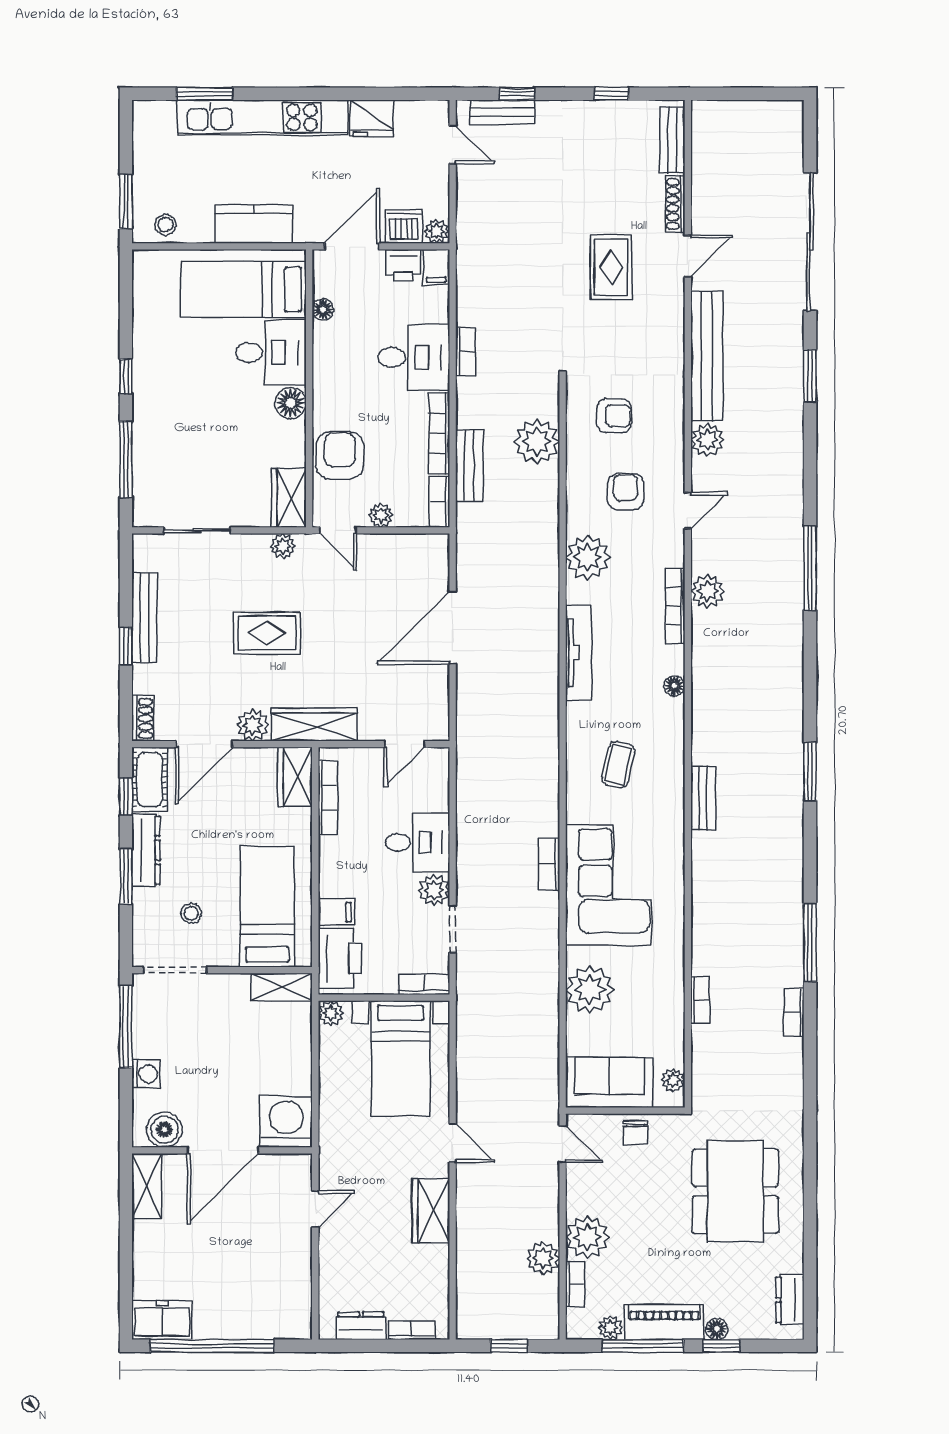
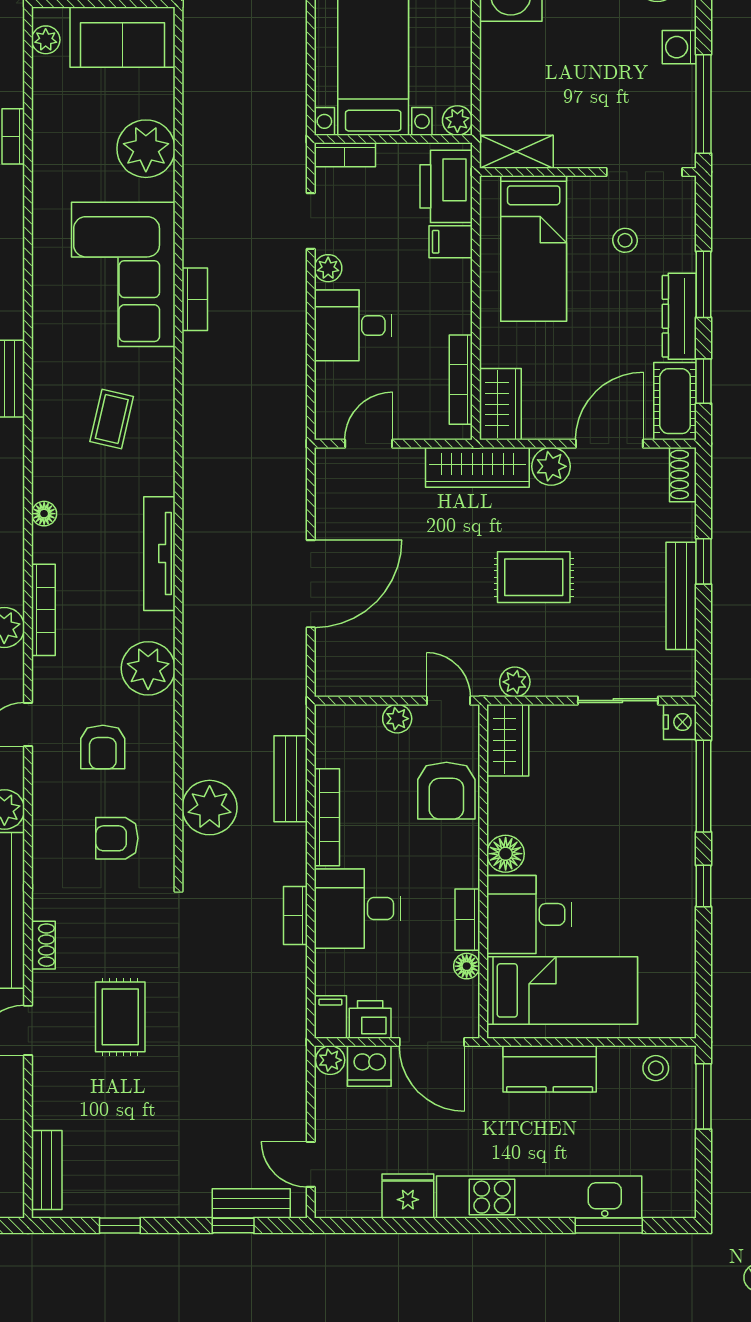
shoe rack: (675, 204) -> (43, 945), moved, width x0.70
door: (352, 246) -> (432, 1042), hinge flipped
bookcase: (439, 502) -> (467, 920), moved, turned 180
nightstand: (146, 513) -> (680, 722), added
plant: (434, 890) -> (328, 268), width x0.73, depth x0.73

